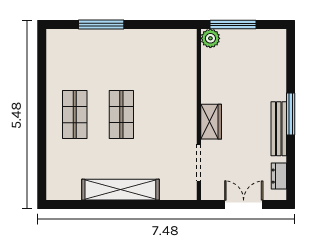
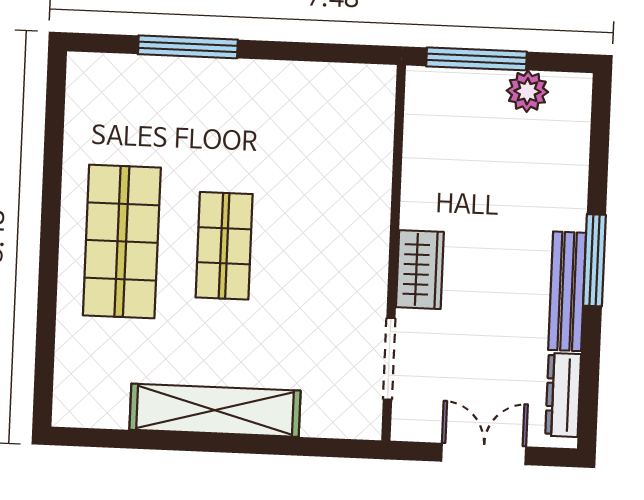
plant: (210, 38) -> (527, 91), moved
shop shelf: (75, 115) -> (122, 241), width x1.43, depth x1.36
dresser: (279, 176) -> (563, 395), width x1.44

